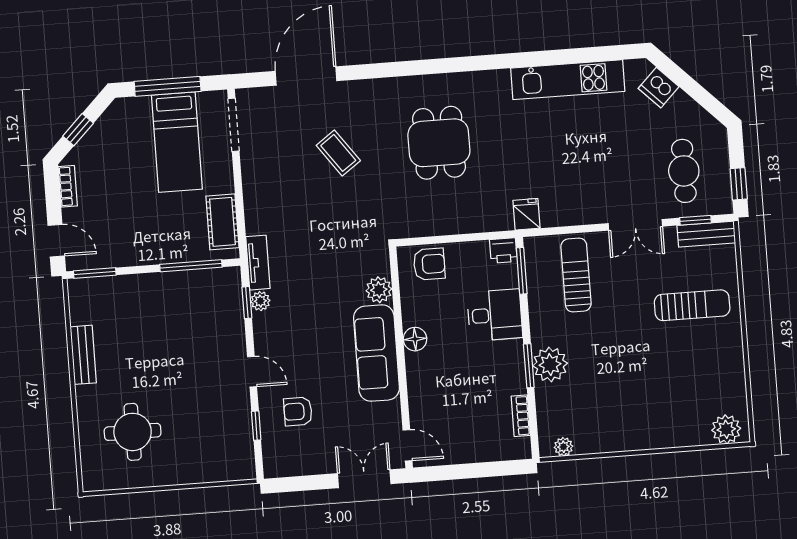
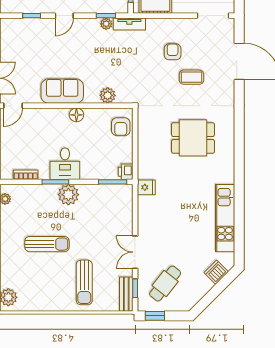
coffee table: (338, 153) -> (191, 77), turned 36
cafe table: (684, 171) -> (165, 284), turned -52
sun lounger: (576, 275) -> (47, 244), moved
desk: (495, 315) -> (65, 164), moved
sofa: (376, 353) -> (62, 91), width x0.73
plant: (550, 364) -> (68, 195), moved
armchair: (298, 411) -> (173, 52), moved

